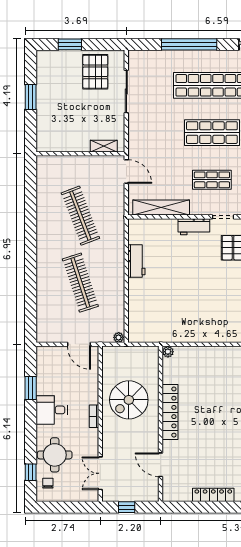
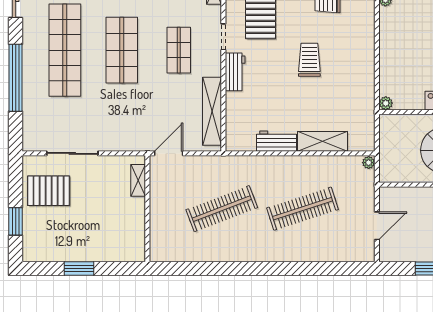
trolley: (204, 288) -> (309, 60), added
shelving: (136, 299) -> (323, 141), added
door: (79, 344) -> (377, 226), moved

